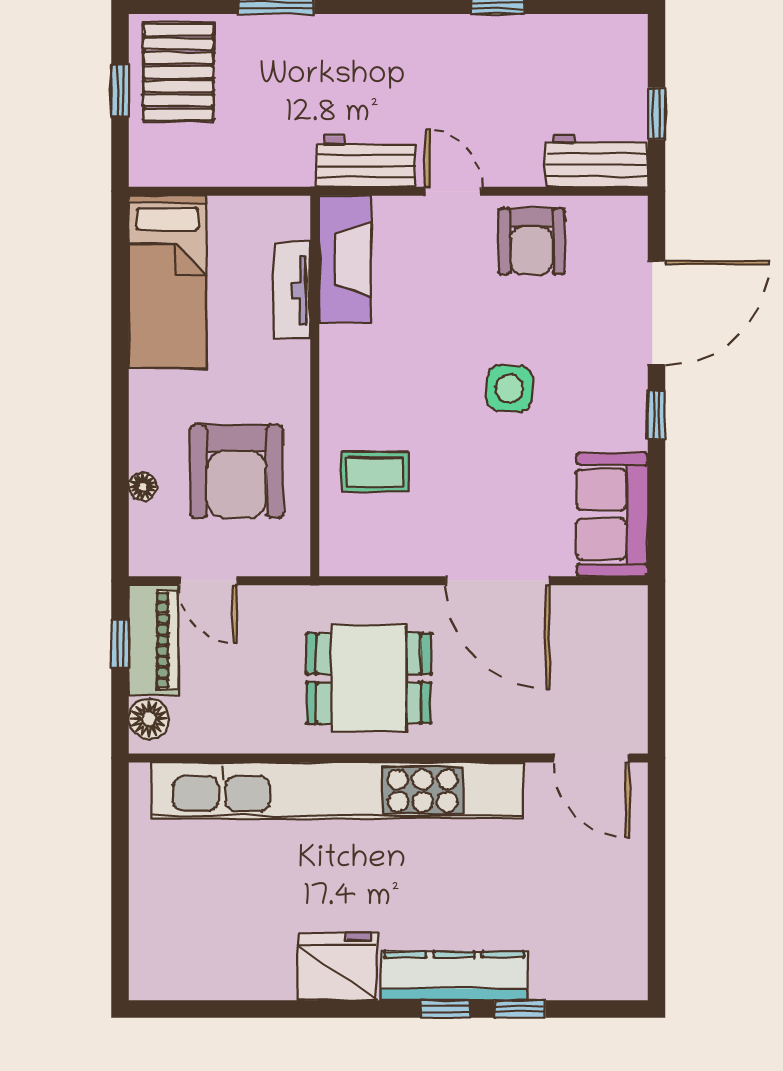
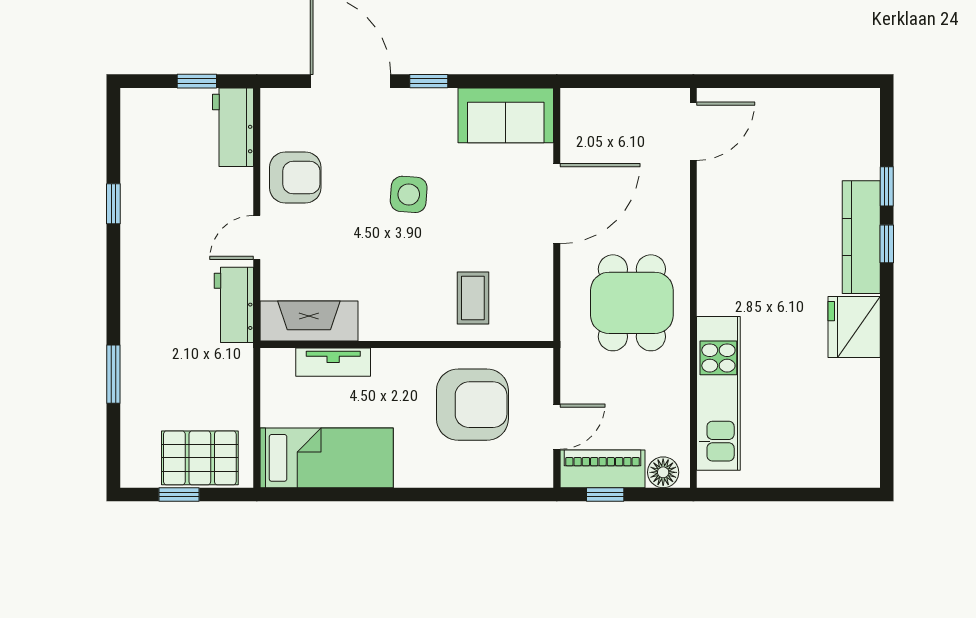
pallet: (178, 72) -> (200, 458), moved
floor lamp: (143, 487) -> (484, 477), removed
kitchen unit: (337, 791) -> (718, 393), width x0.54

